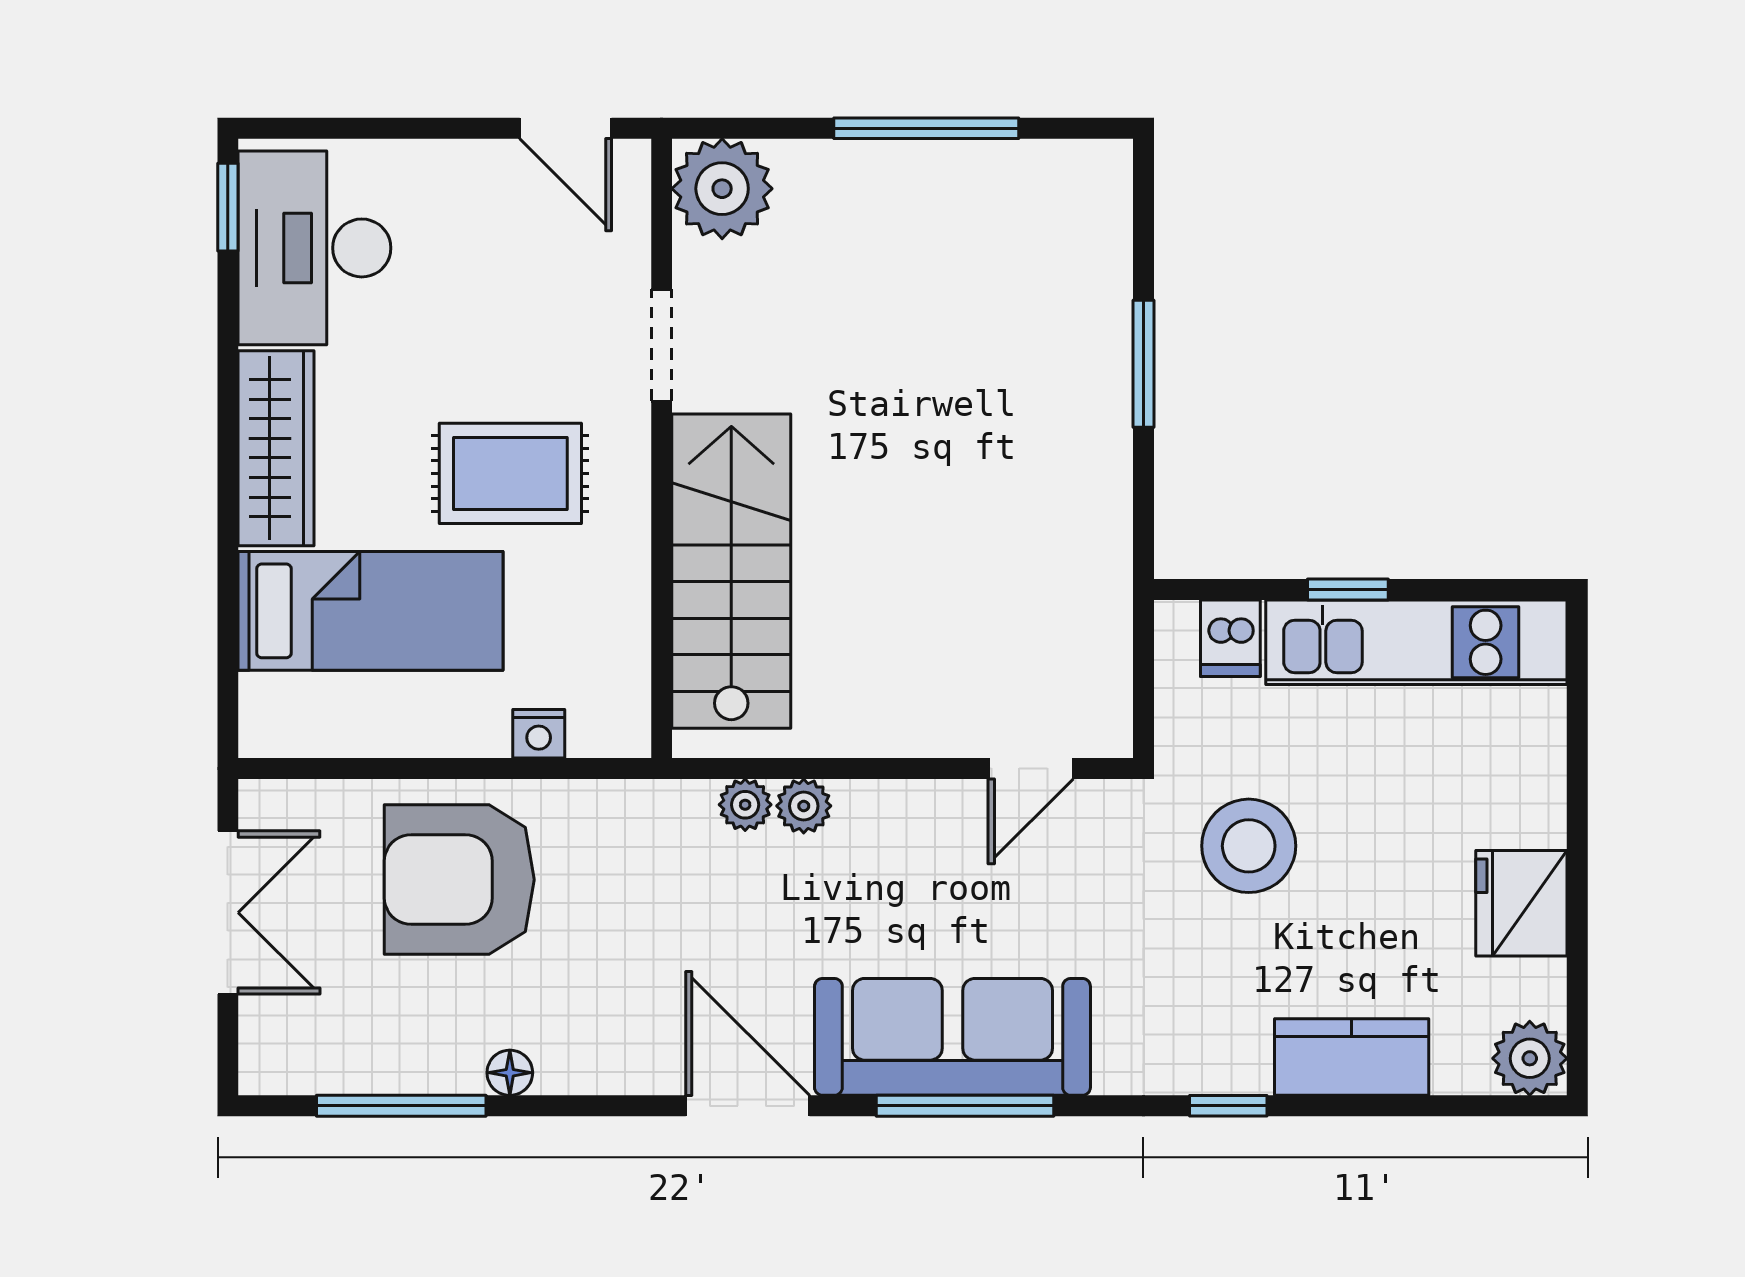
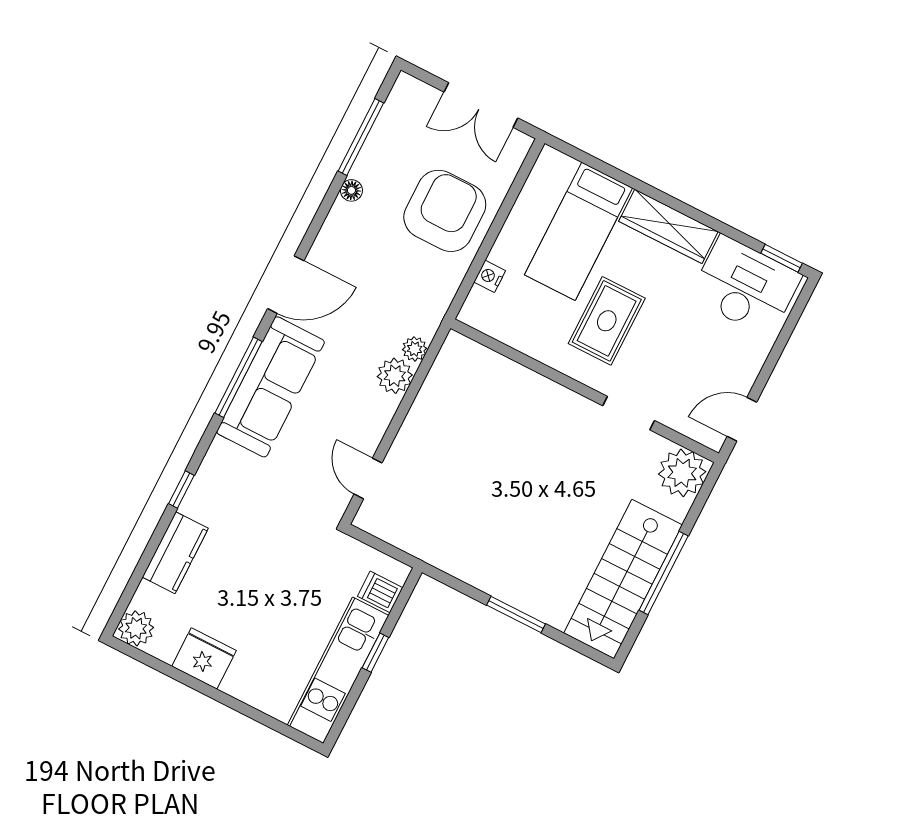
stairs: (731, 571) -> (623, 579), moved, turned 90
plant: (804, 806) -> (395, 376), width x1.38, depth x1.38
stool: (1249, 846) -> (288, 555), removed

